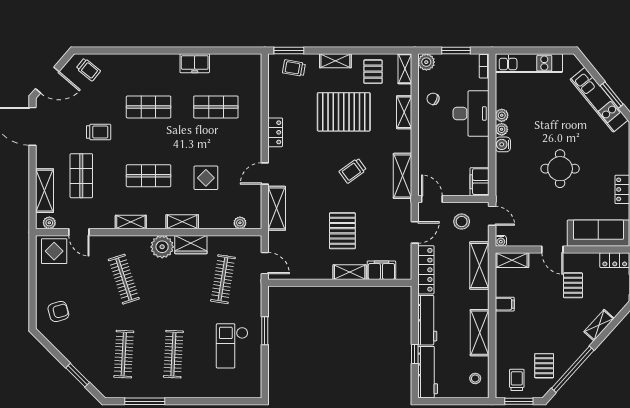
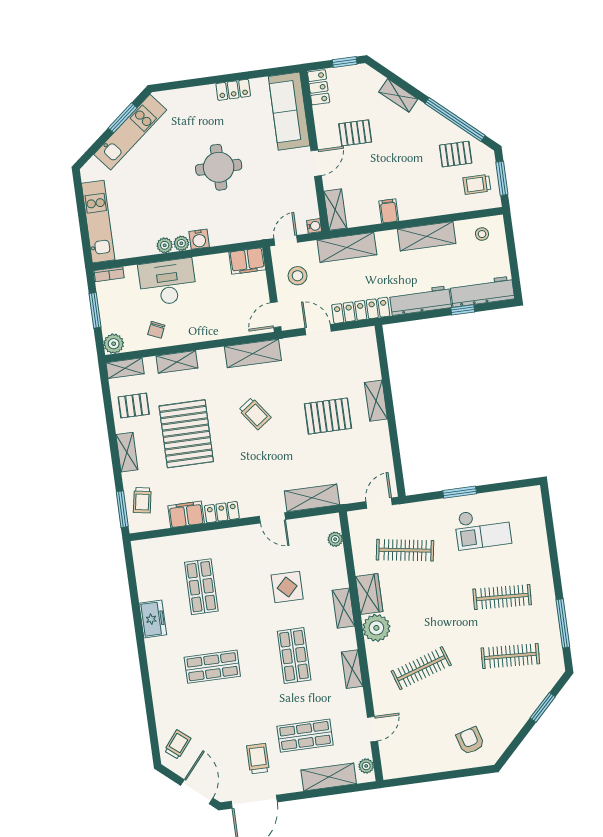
shop shelf: (149, 107) -> (212, 667), turned 90
trolley: (99, 132) -> (258, 759), moved
display table: (54, 251) -> (399, 756), removed
filing cabinet: (381, 270) -> (186, 514), moved, turned 90

